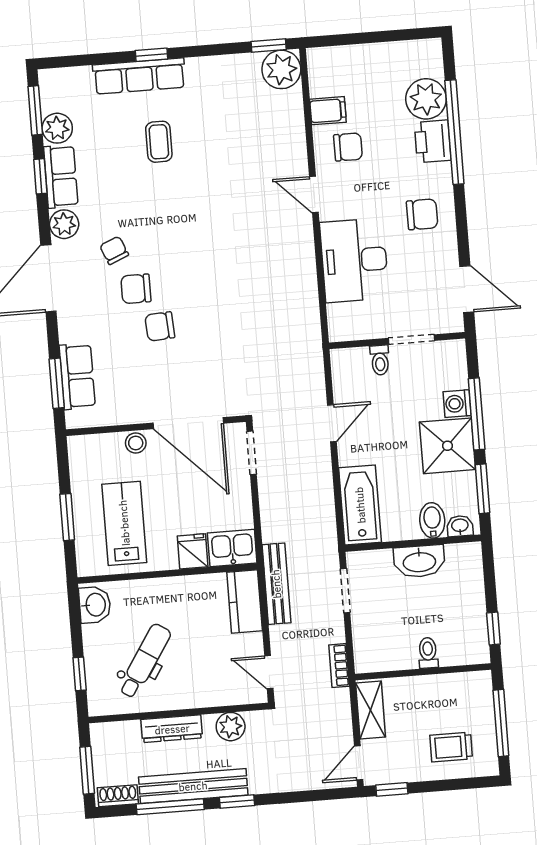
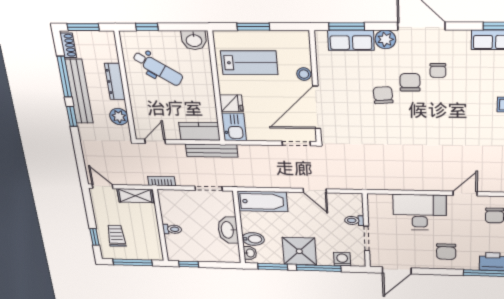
plant: (64, 224) -> (385, 39), moved
chair: (114, 250) -> (438, 70), turned 113
washing machine: (457, 404) -> (342, 259), moved
window: (392, 789) -> (95, 237), moved

